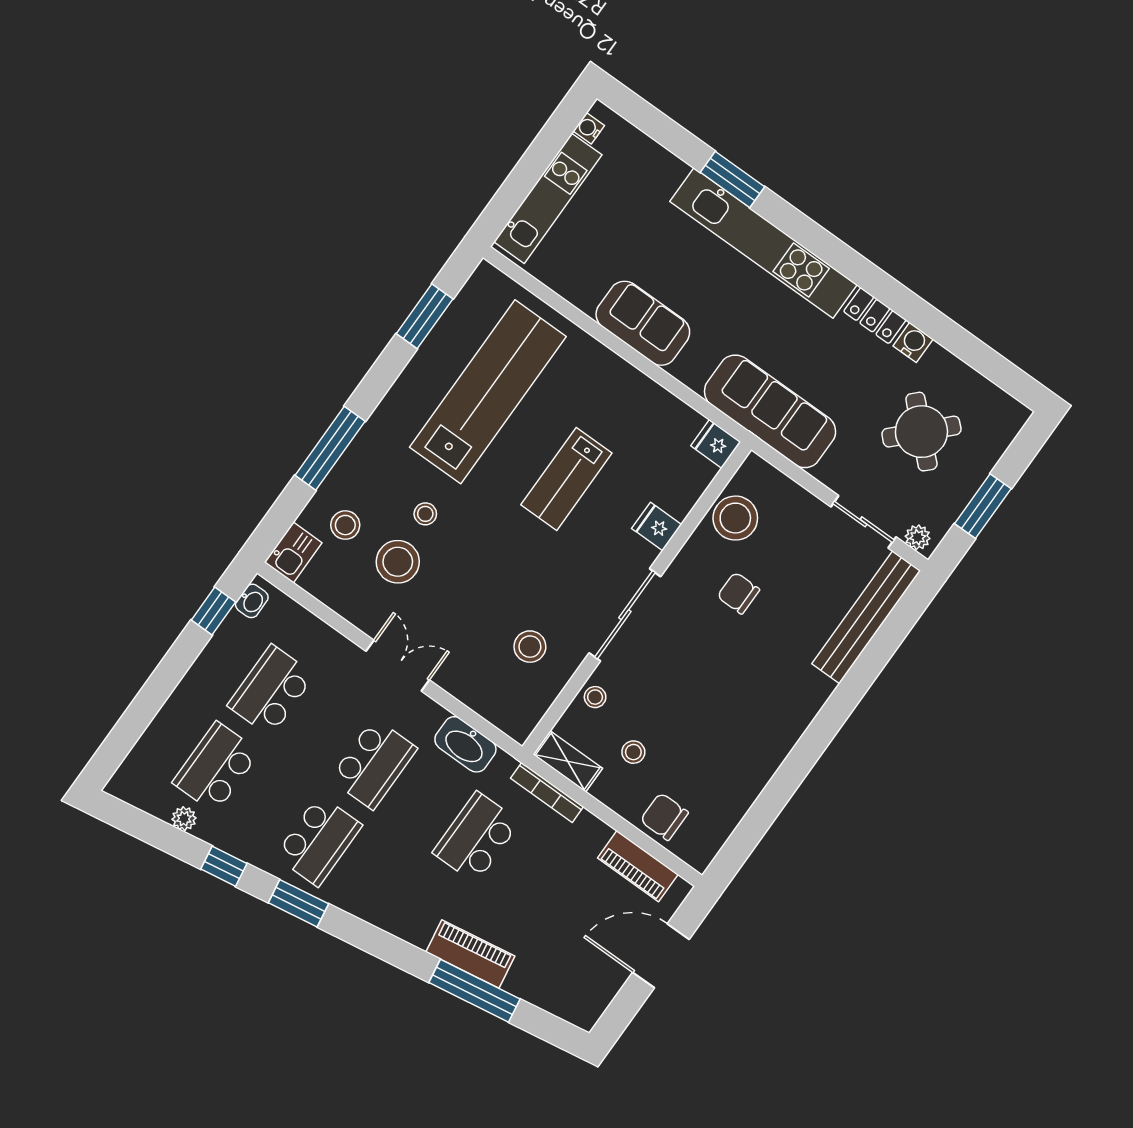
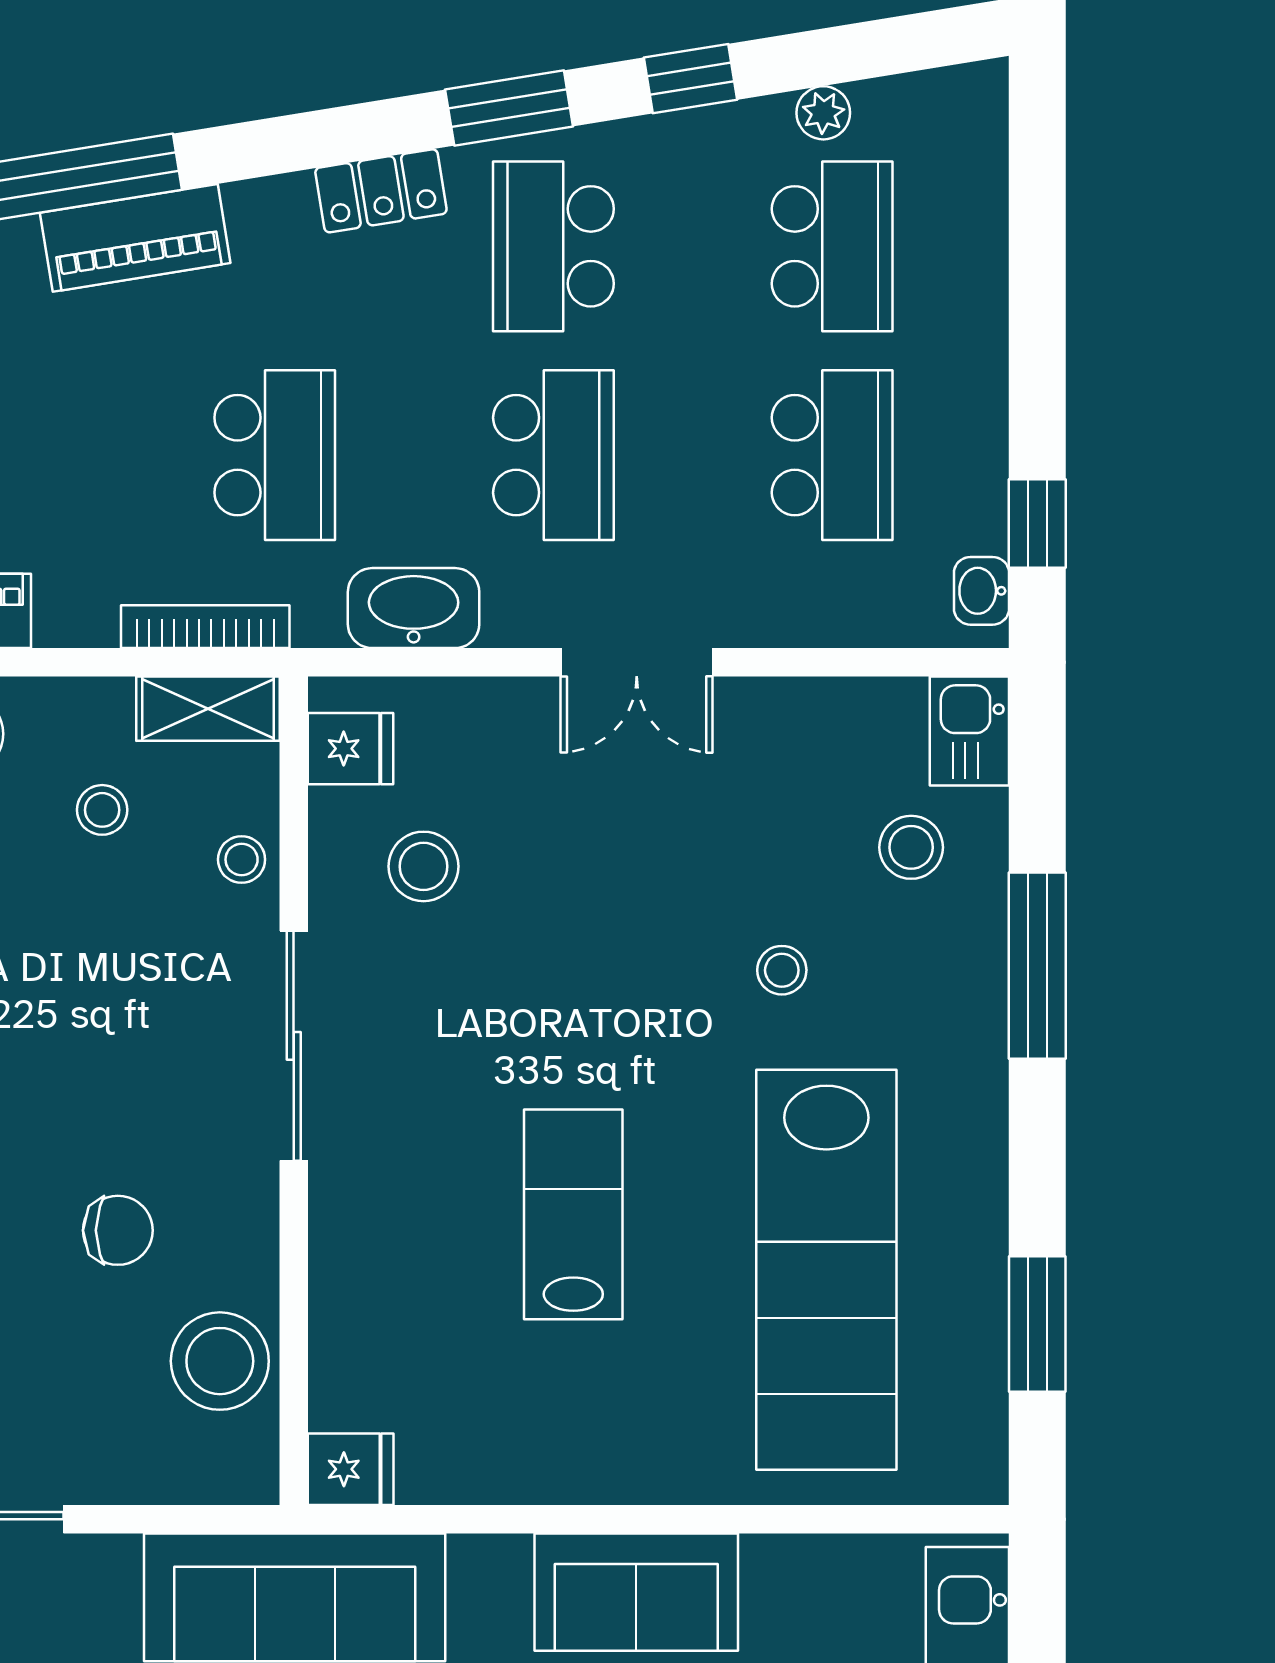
fridge: (657, 526) -> (350, 749), moved
stool: (398, 562) -> (770, 849), removed
school desk: (374, 764) -> (553, 455), turned 180
locker: (367, 907) -> (381, 191), added

